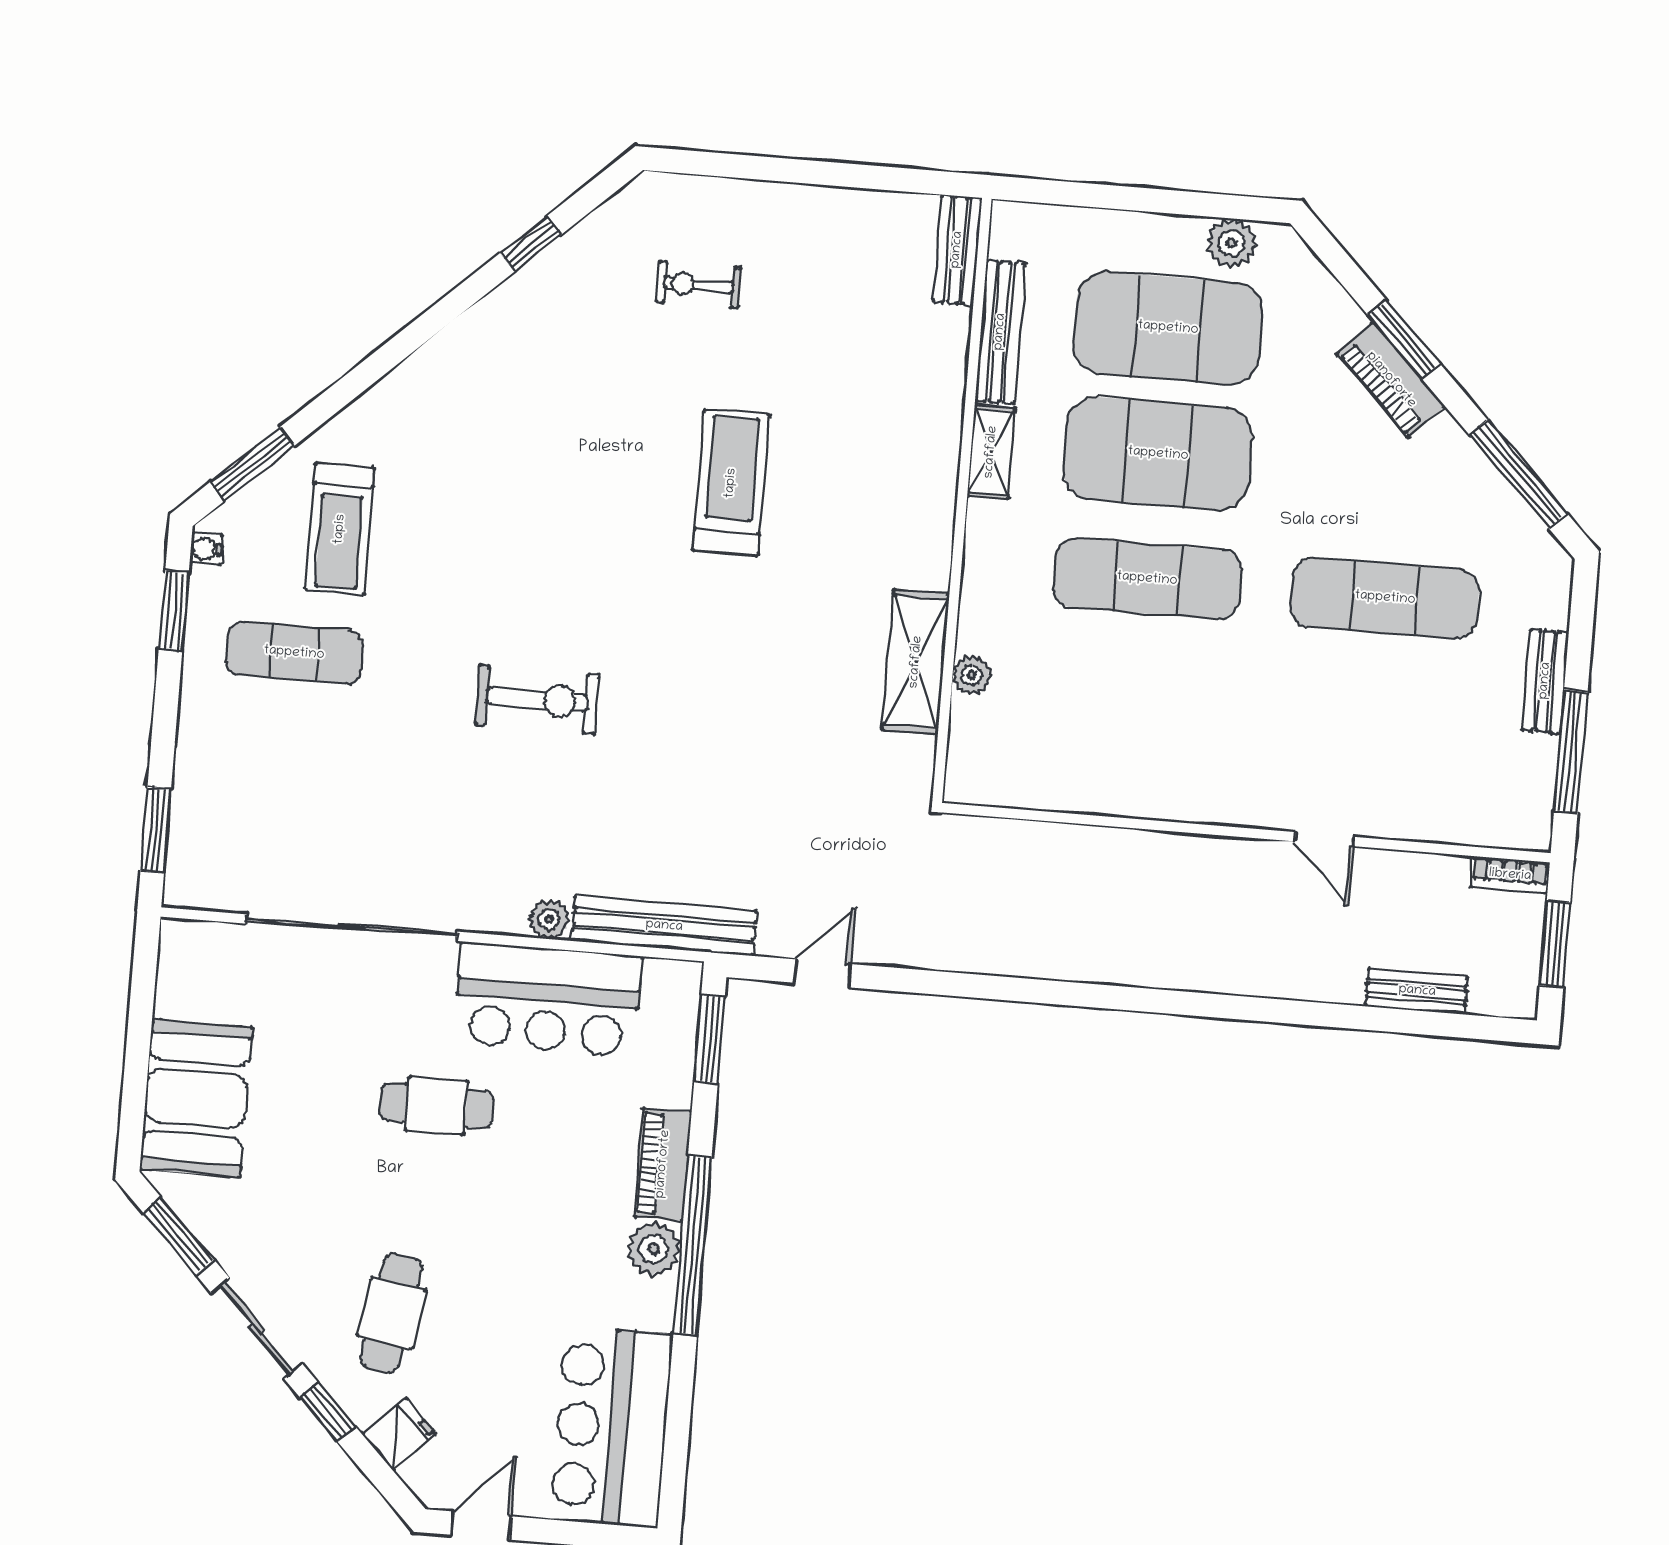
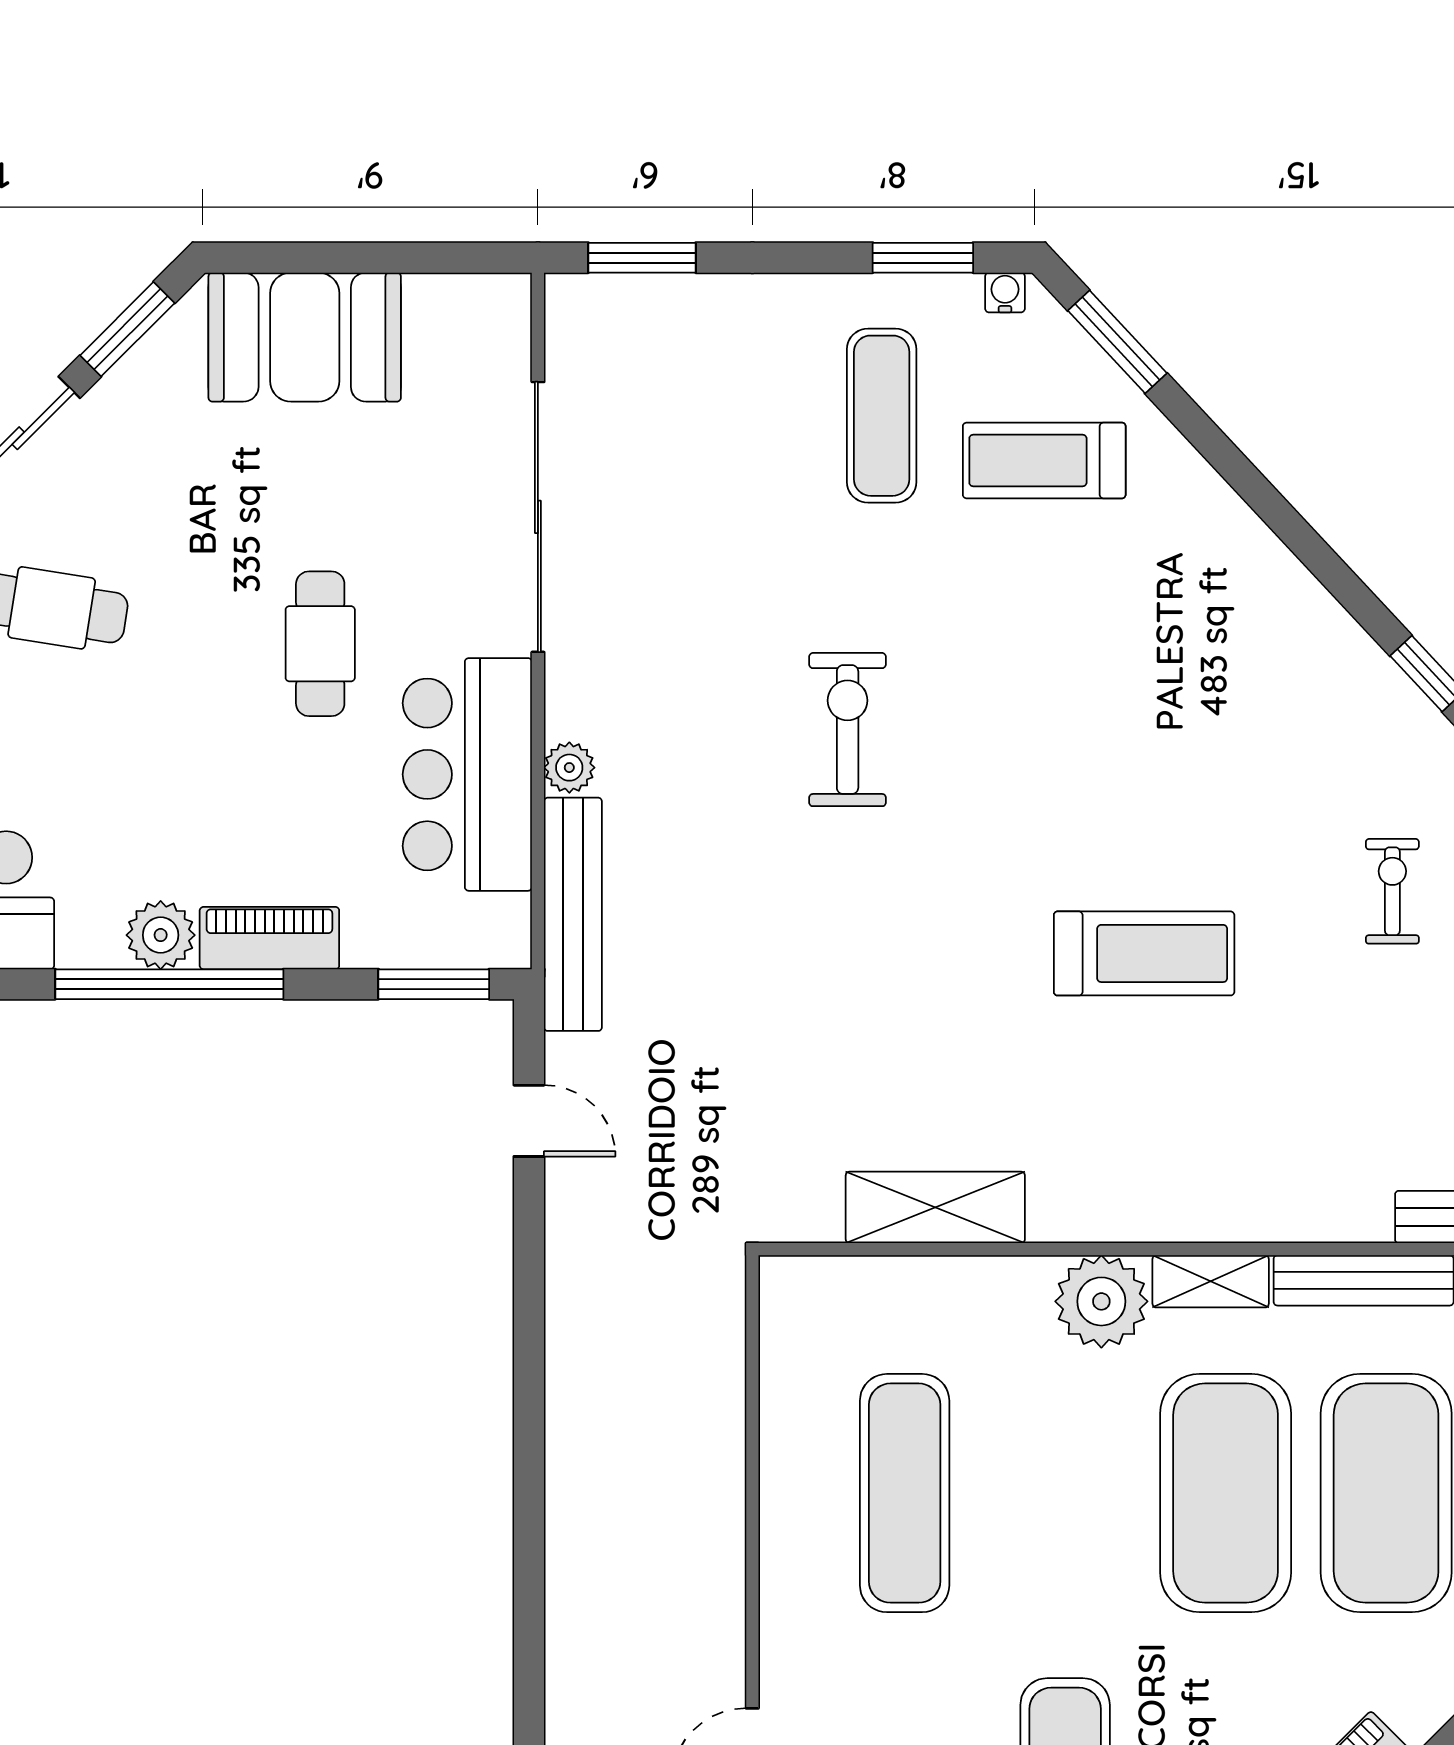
exercise mat: (1147, 579) -> (905, 1493), moved
plant: (972, 675) -> (1101, 1301), moved, width x1.88, depth x1.88
exercise bike: (537, 700) -> (848, 730), turned 180

